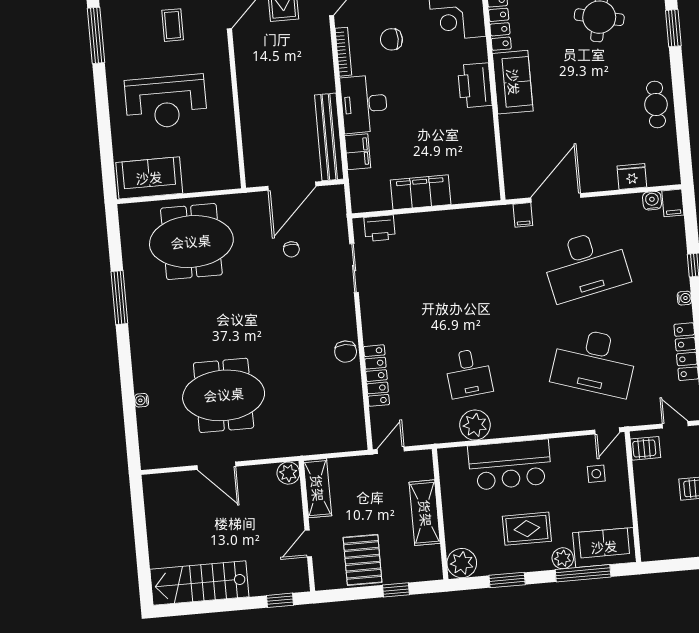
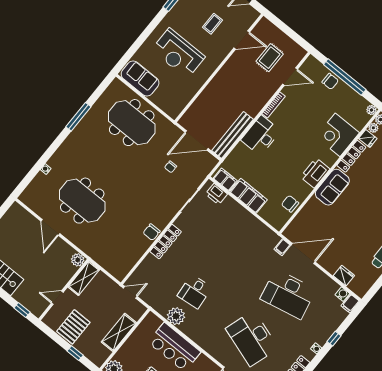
chair: (391, 39) -> (290, 204), moved
filing cabinet: (358, 152) -> (225, 180), moved, turned -90
locker: (376, 376) -> (166, 242), moved

